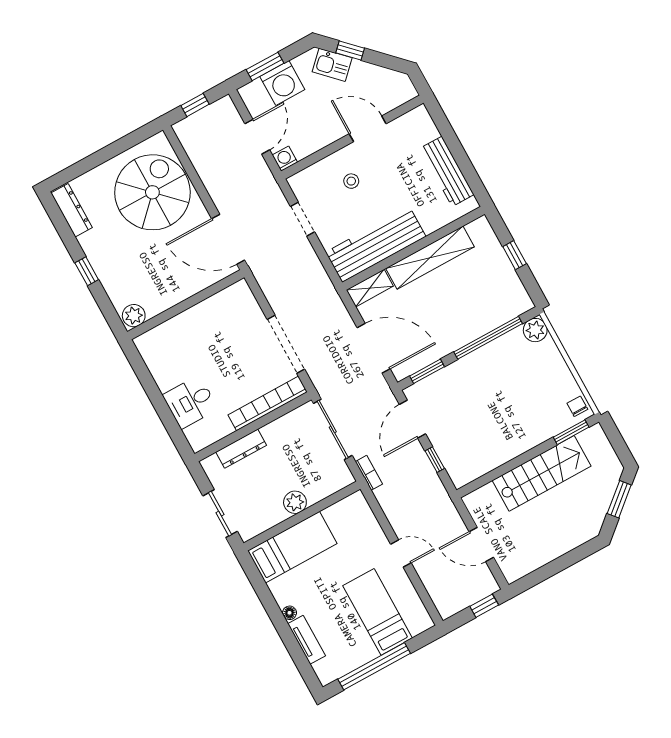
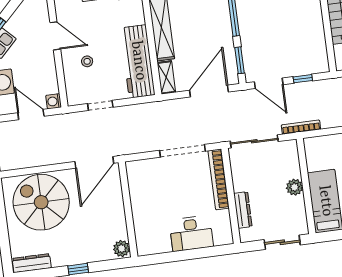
door: (368, 129) -> (55, 36), swing flipped
desk: (190, 402) -> (191, 233), width x1.37
bookcase: (369, 473) -> (301, 127), width x1.56

